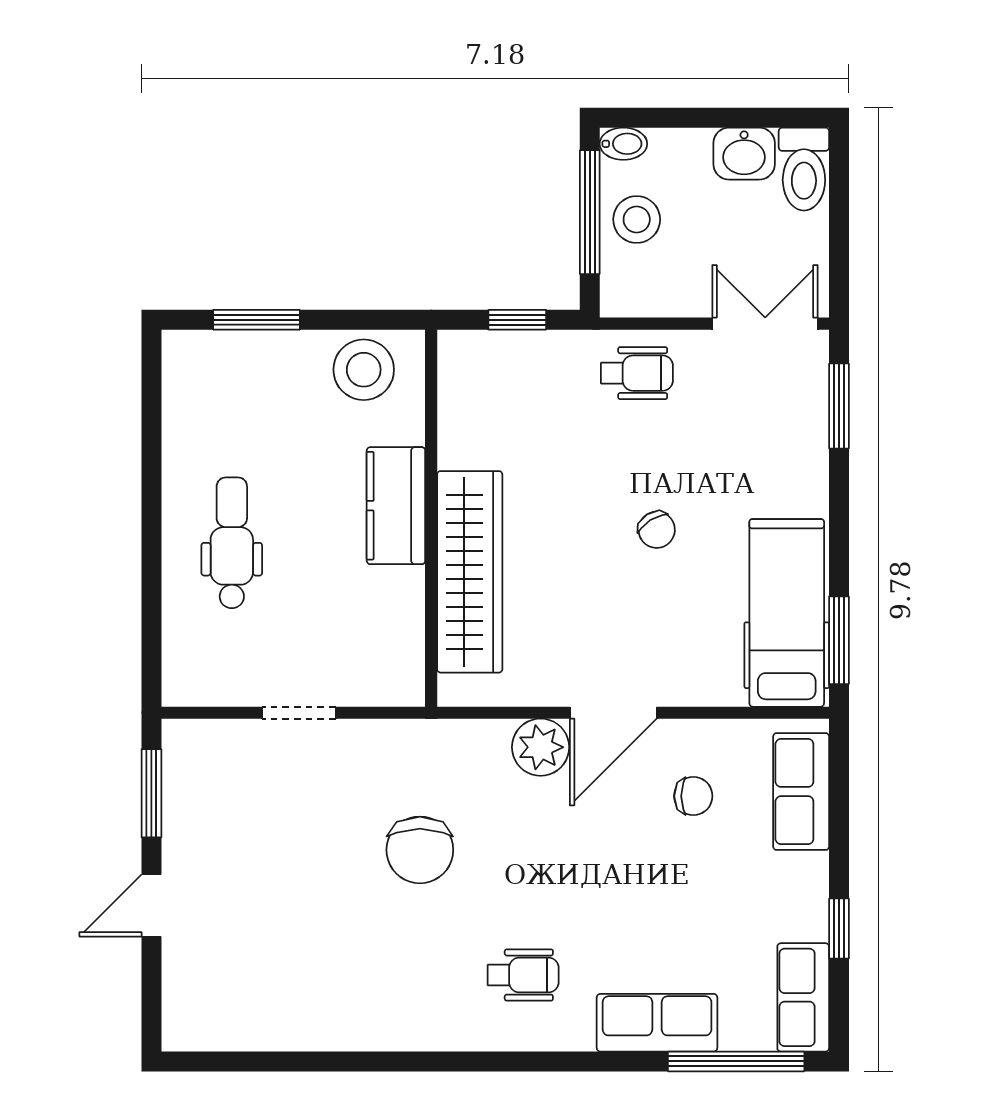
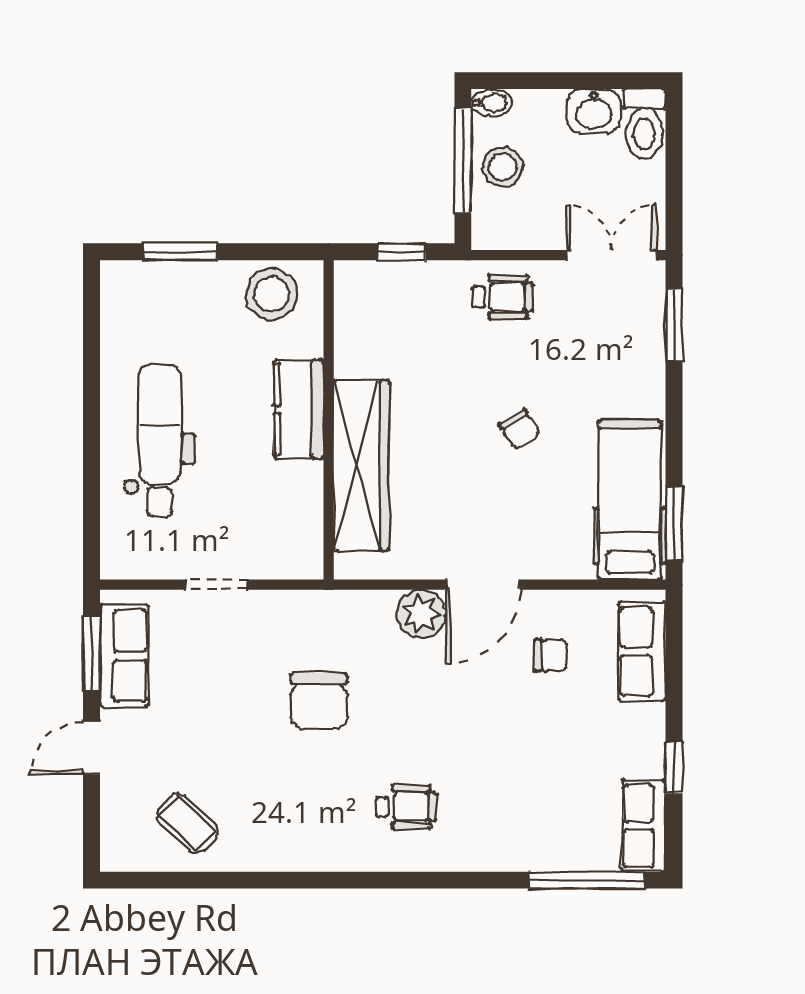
dental chair: (232, 543) -> (160, 441), width x1.36, depth x1.38
coffee table: (265, 994) -> (187, 823), added
row of seats: (657, 1023) -> (124, 655), moved, turned 90

